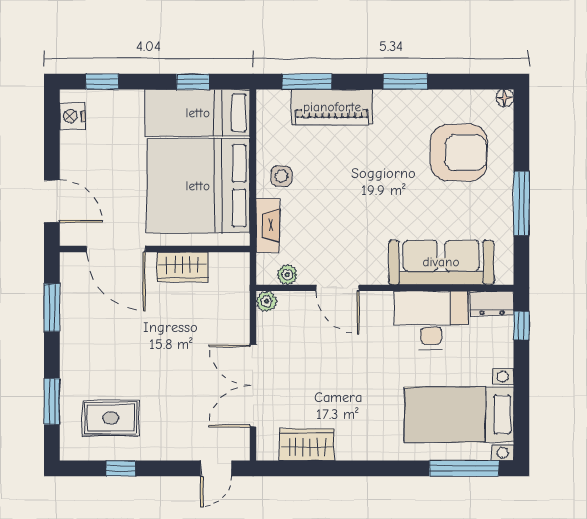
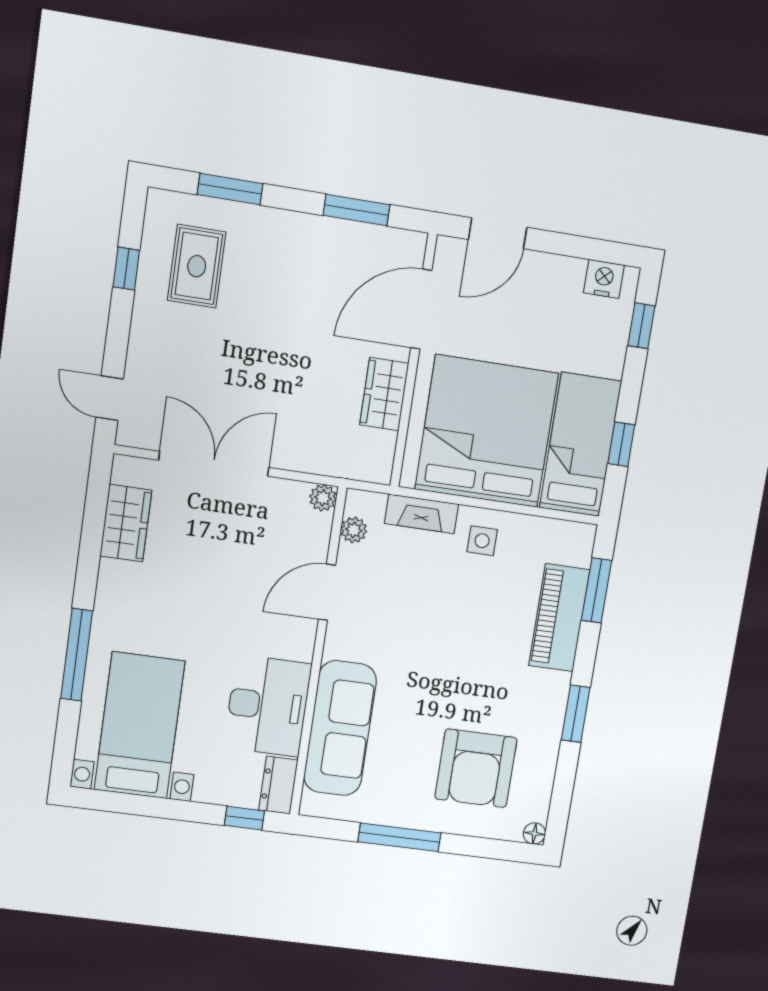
window: (464, 468) -> (77, 655), moved

